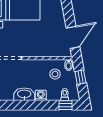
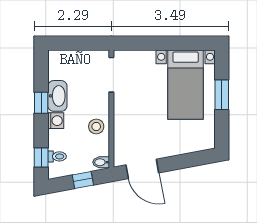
stool: (55, 74) -> (96, 127), moved
window: (29, 105) -> (41, 103), added

